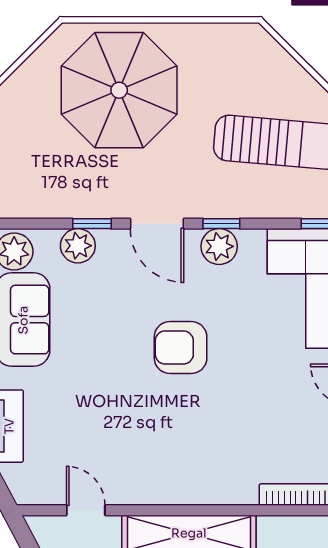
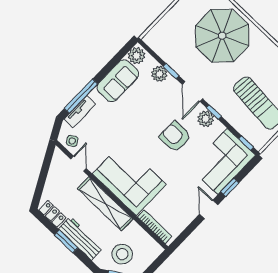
armchair: (181, 347) -> (175, 137), moved
corner sofa: (190, 458) -> (129, 179), added
side table: (42, 484) -> (72, 141), added

